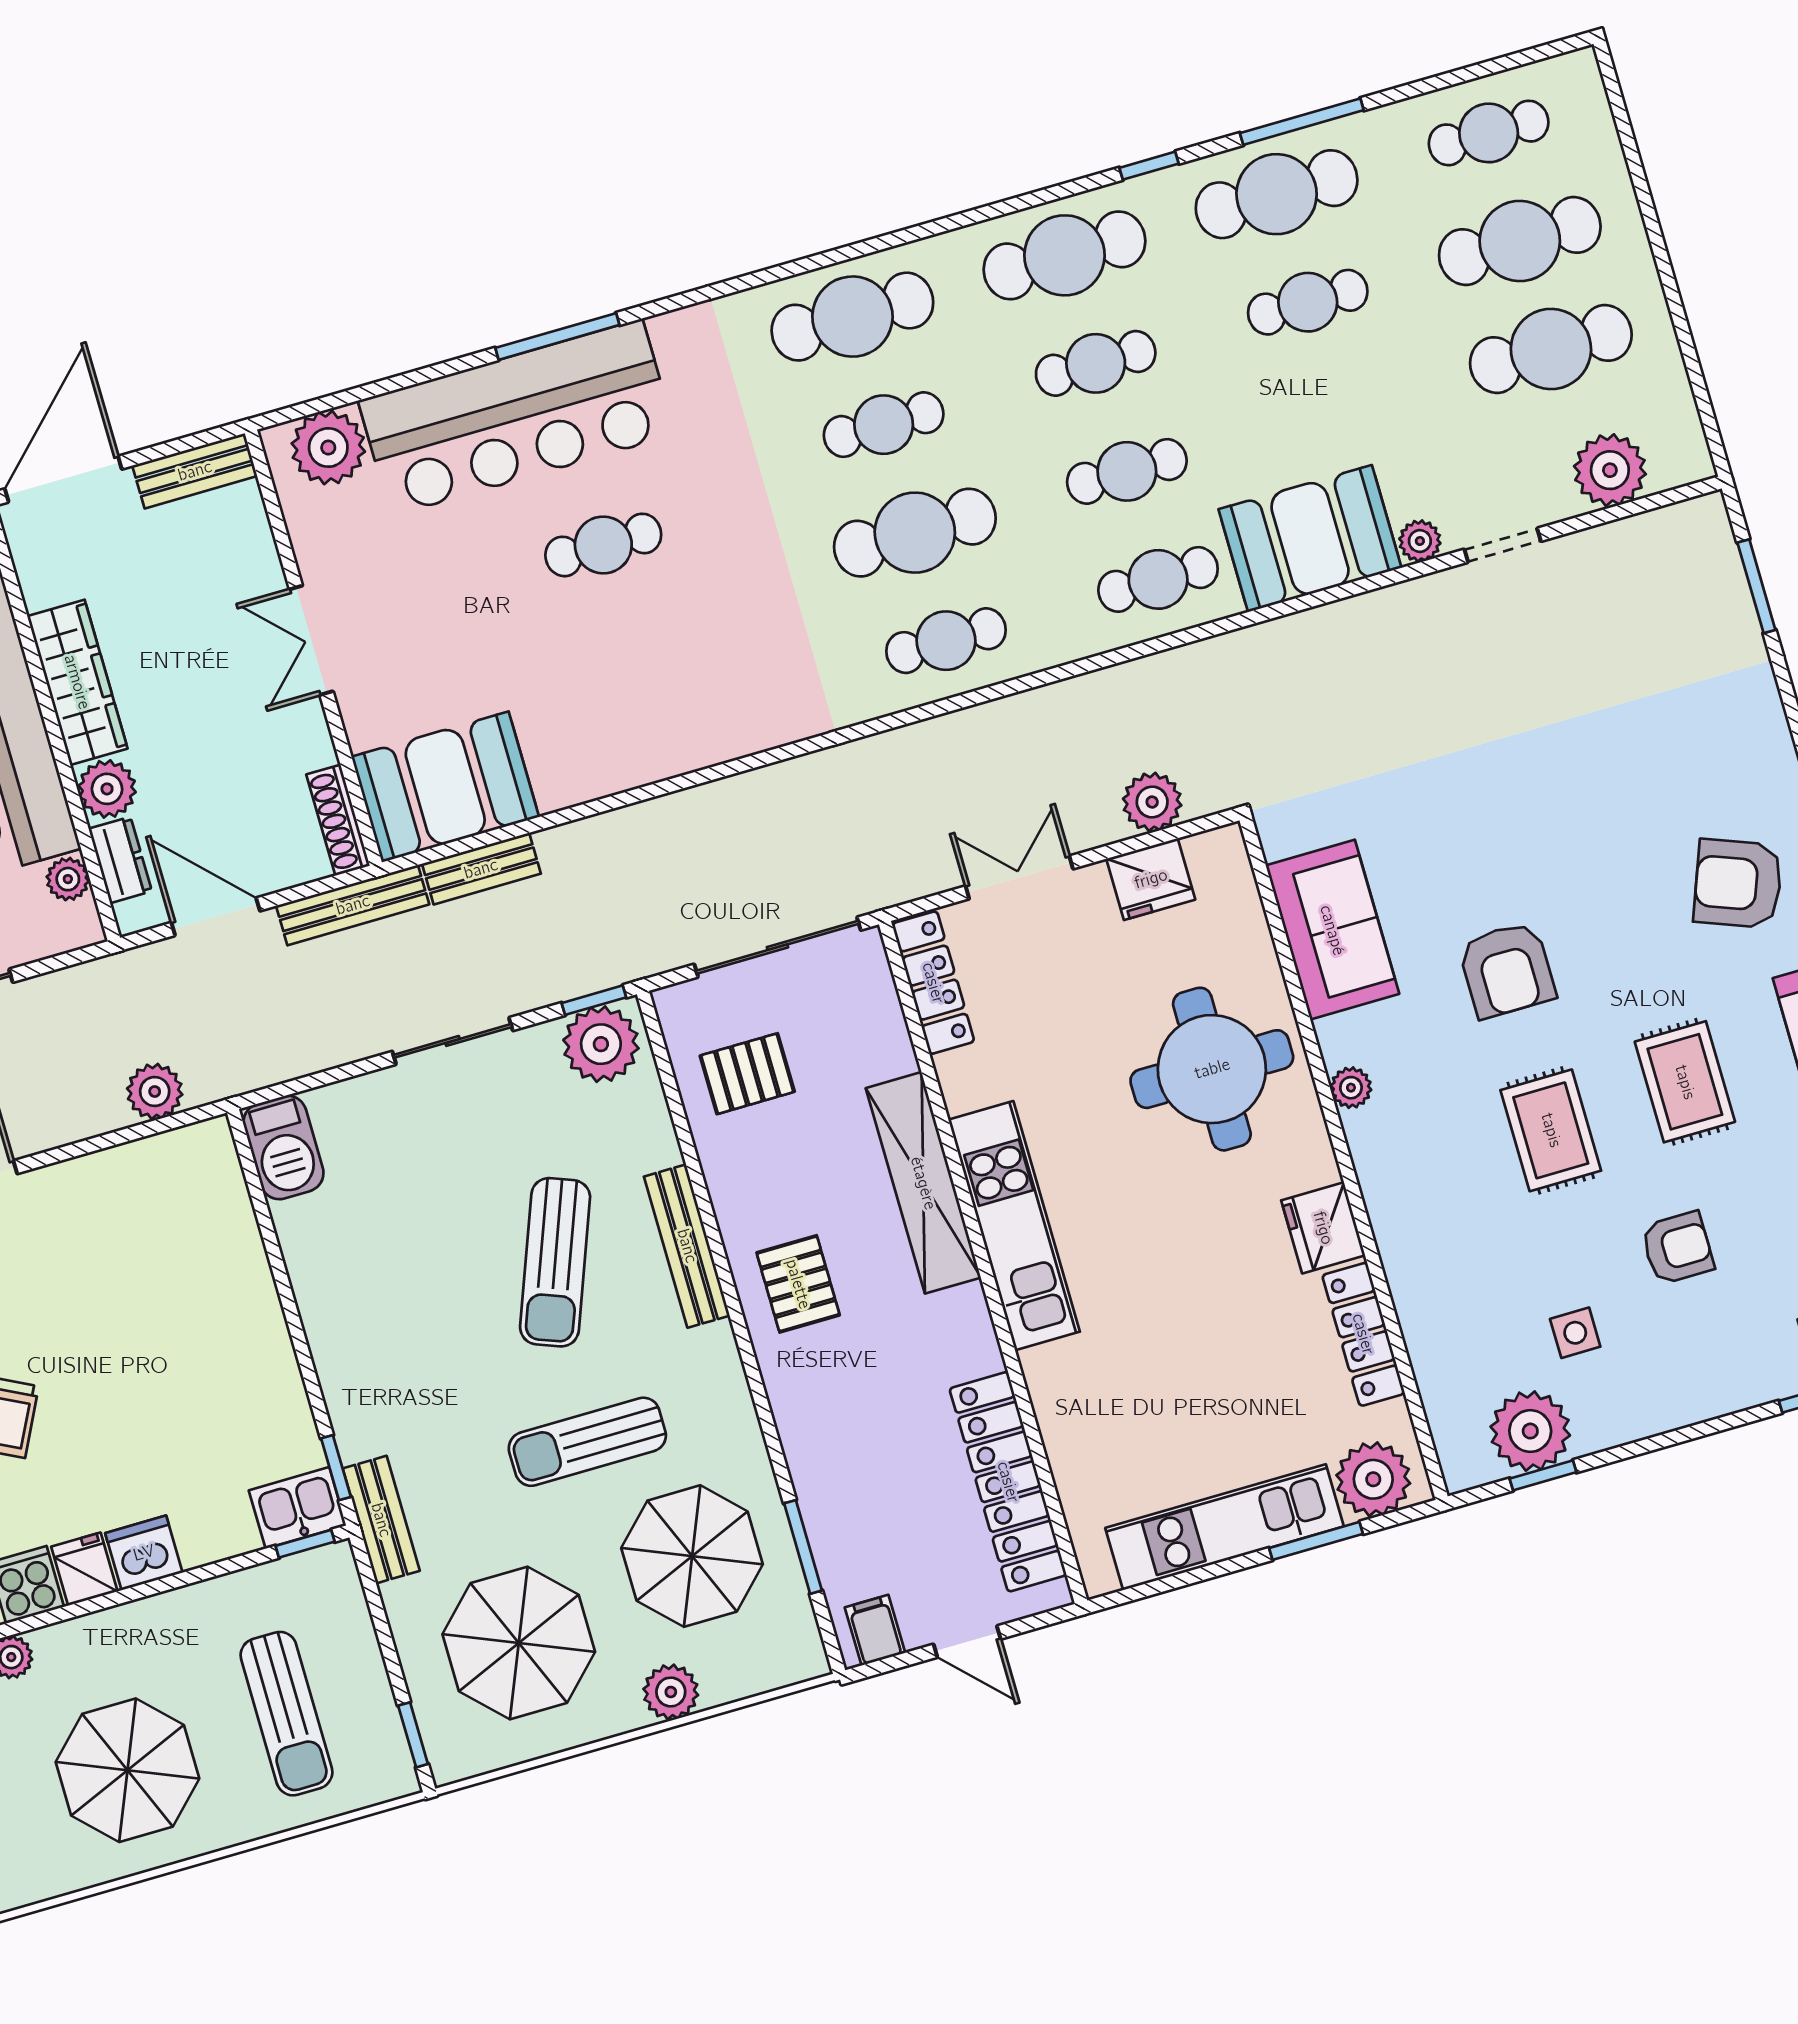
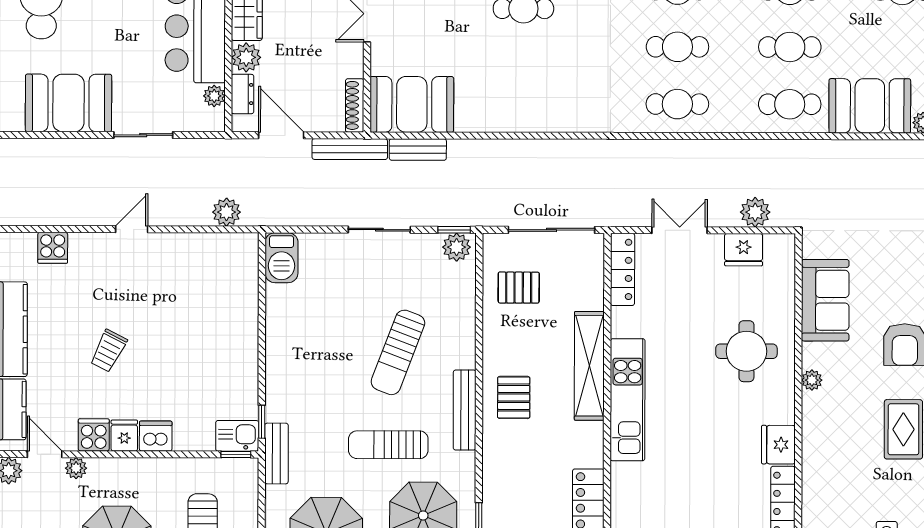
cafe table: (915, 533) -> (677, 47), width x0.73, depth x0.74
plant: (601, 1044) -> (457, 247), width x0.73, depth x0.73
round table: (1212, 1069) -> (746, 351), width x0.73, depth x0.73
bench: (687, 1246) -> (465, 410), moved

